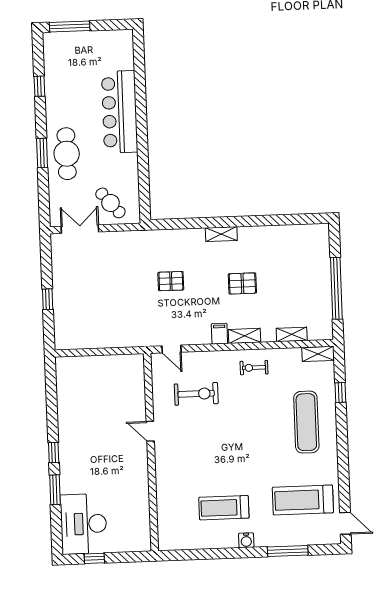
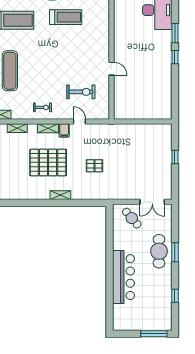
pallet: (242, 283) -> (48, 162), width x2.05, depth x2.00
door: (171, 349) -> (79, 122), moved
exercise bike: (196, 394) -> (81, 92), turned 180

